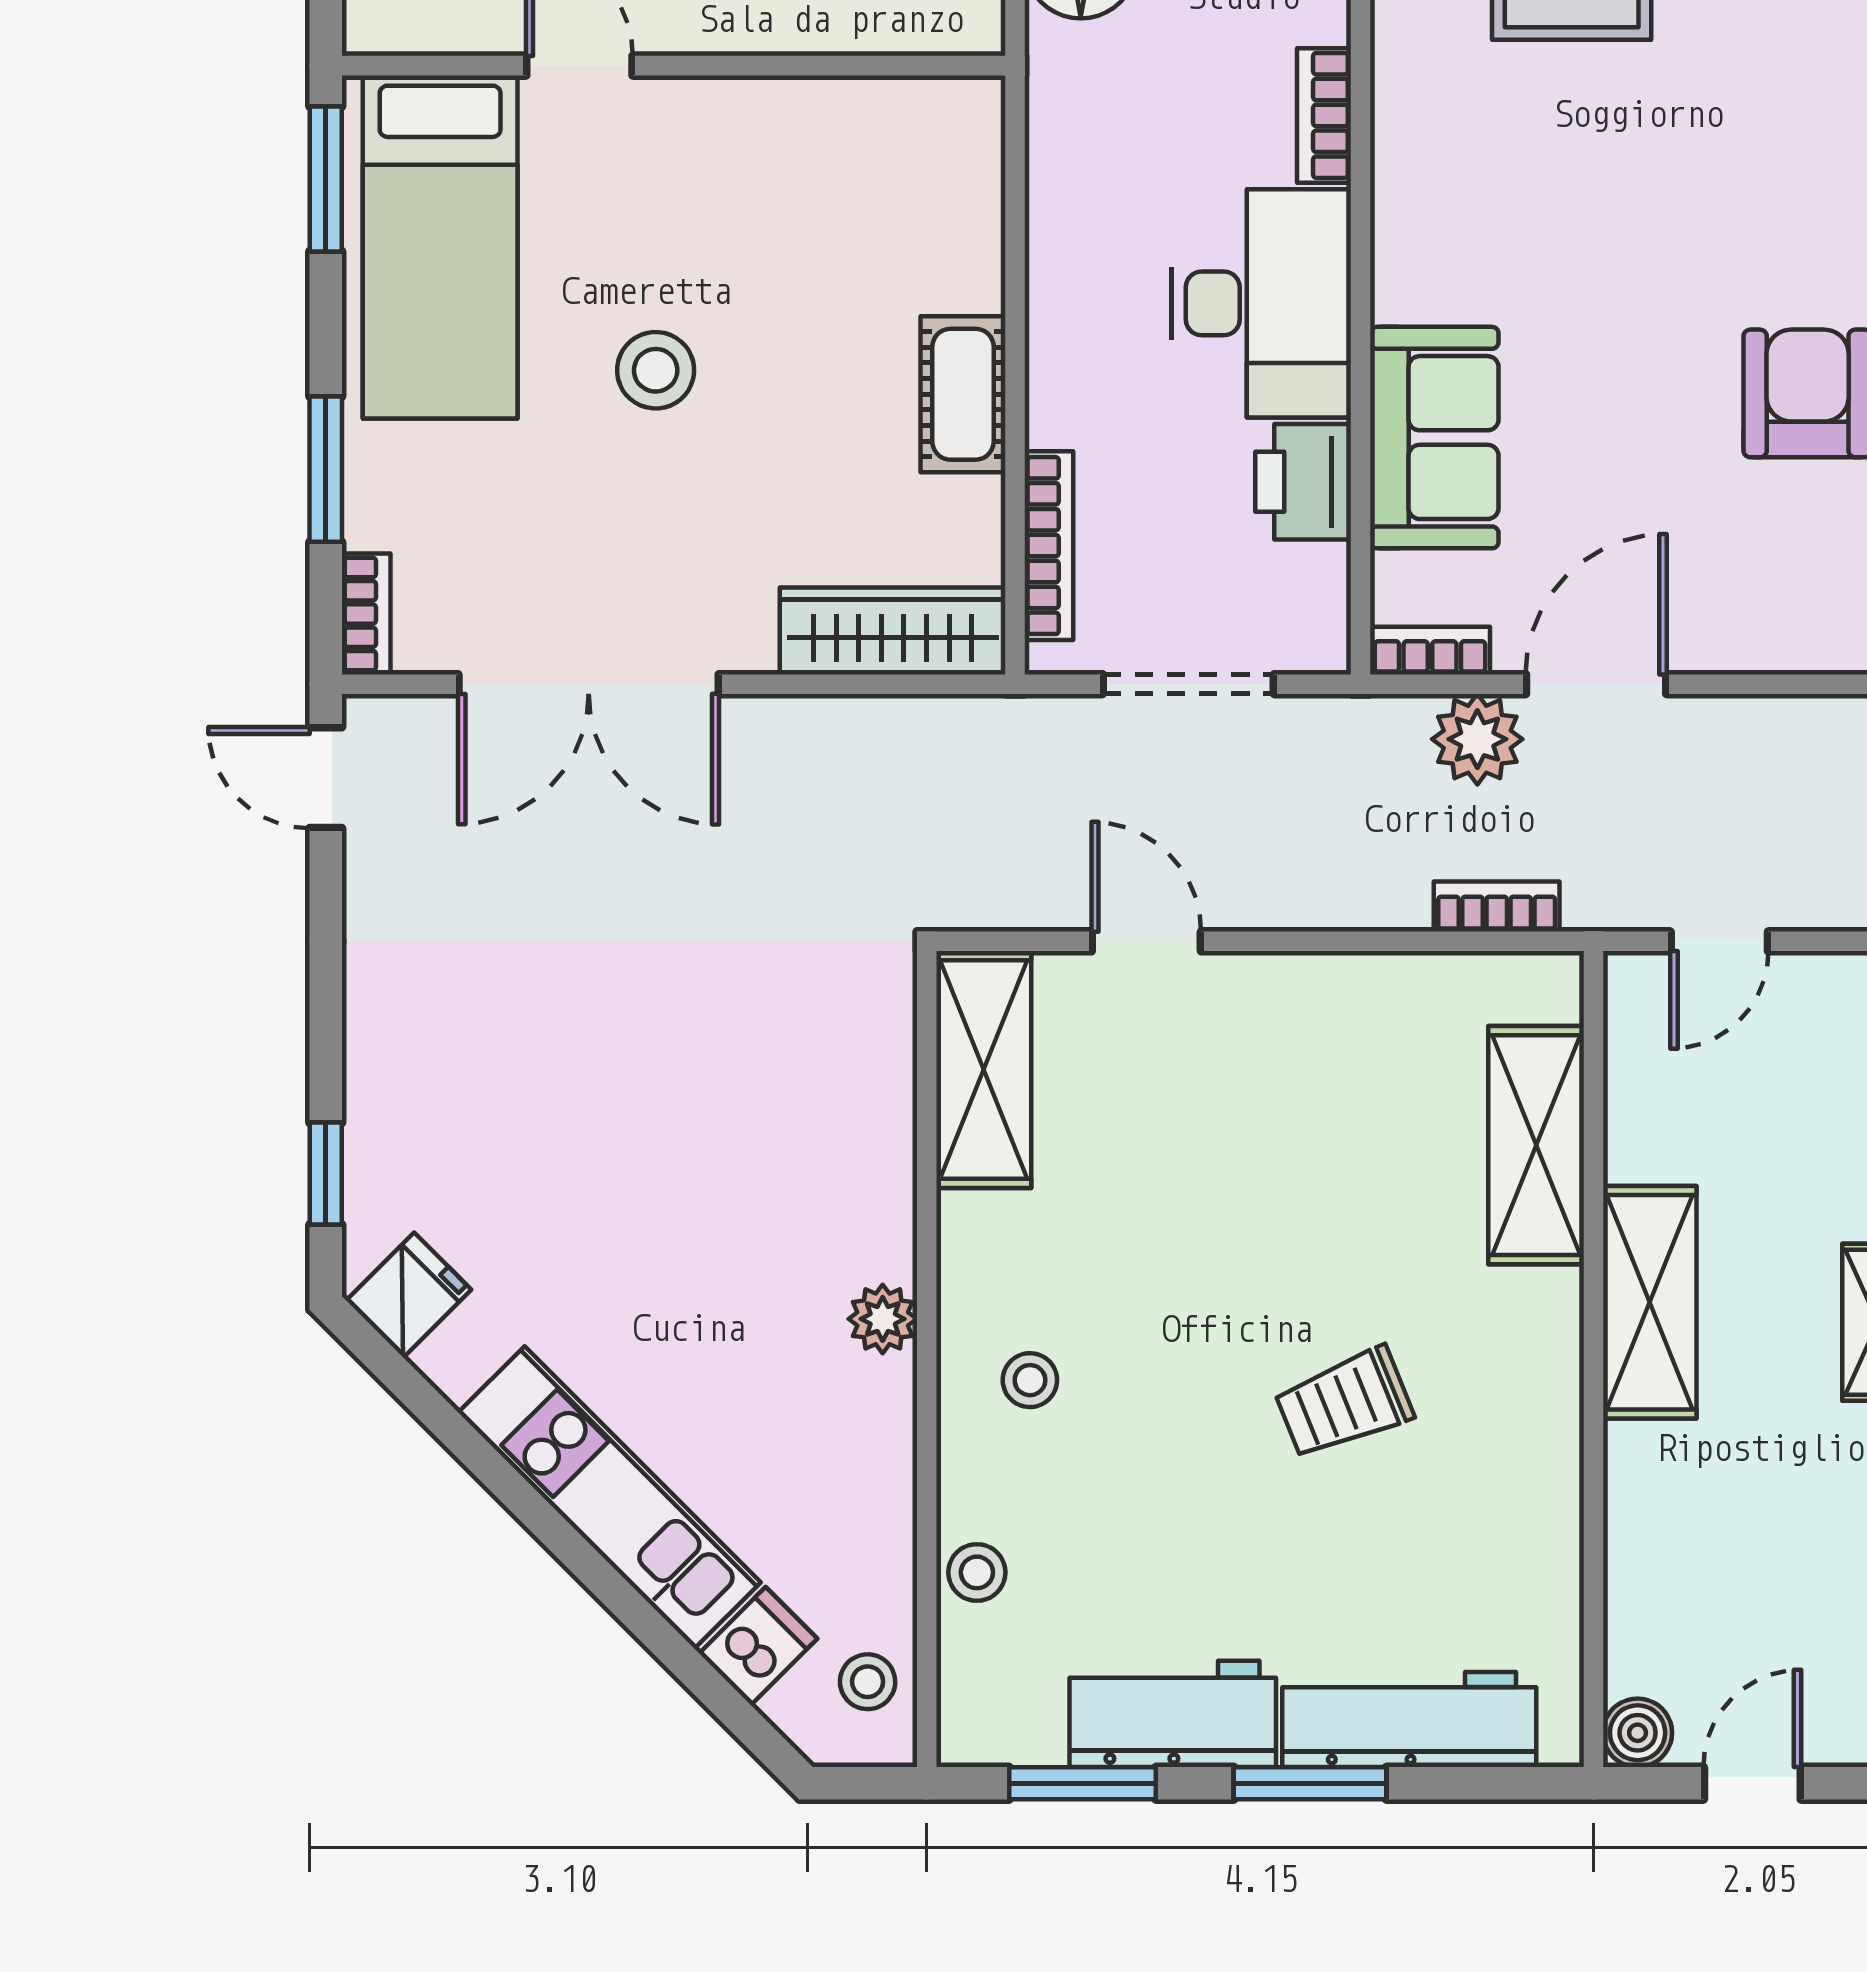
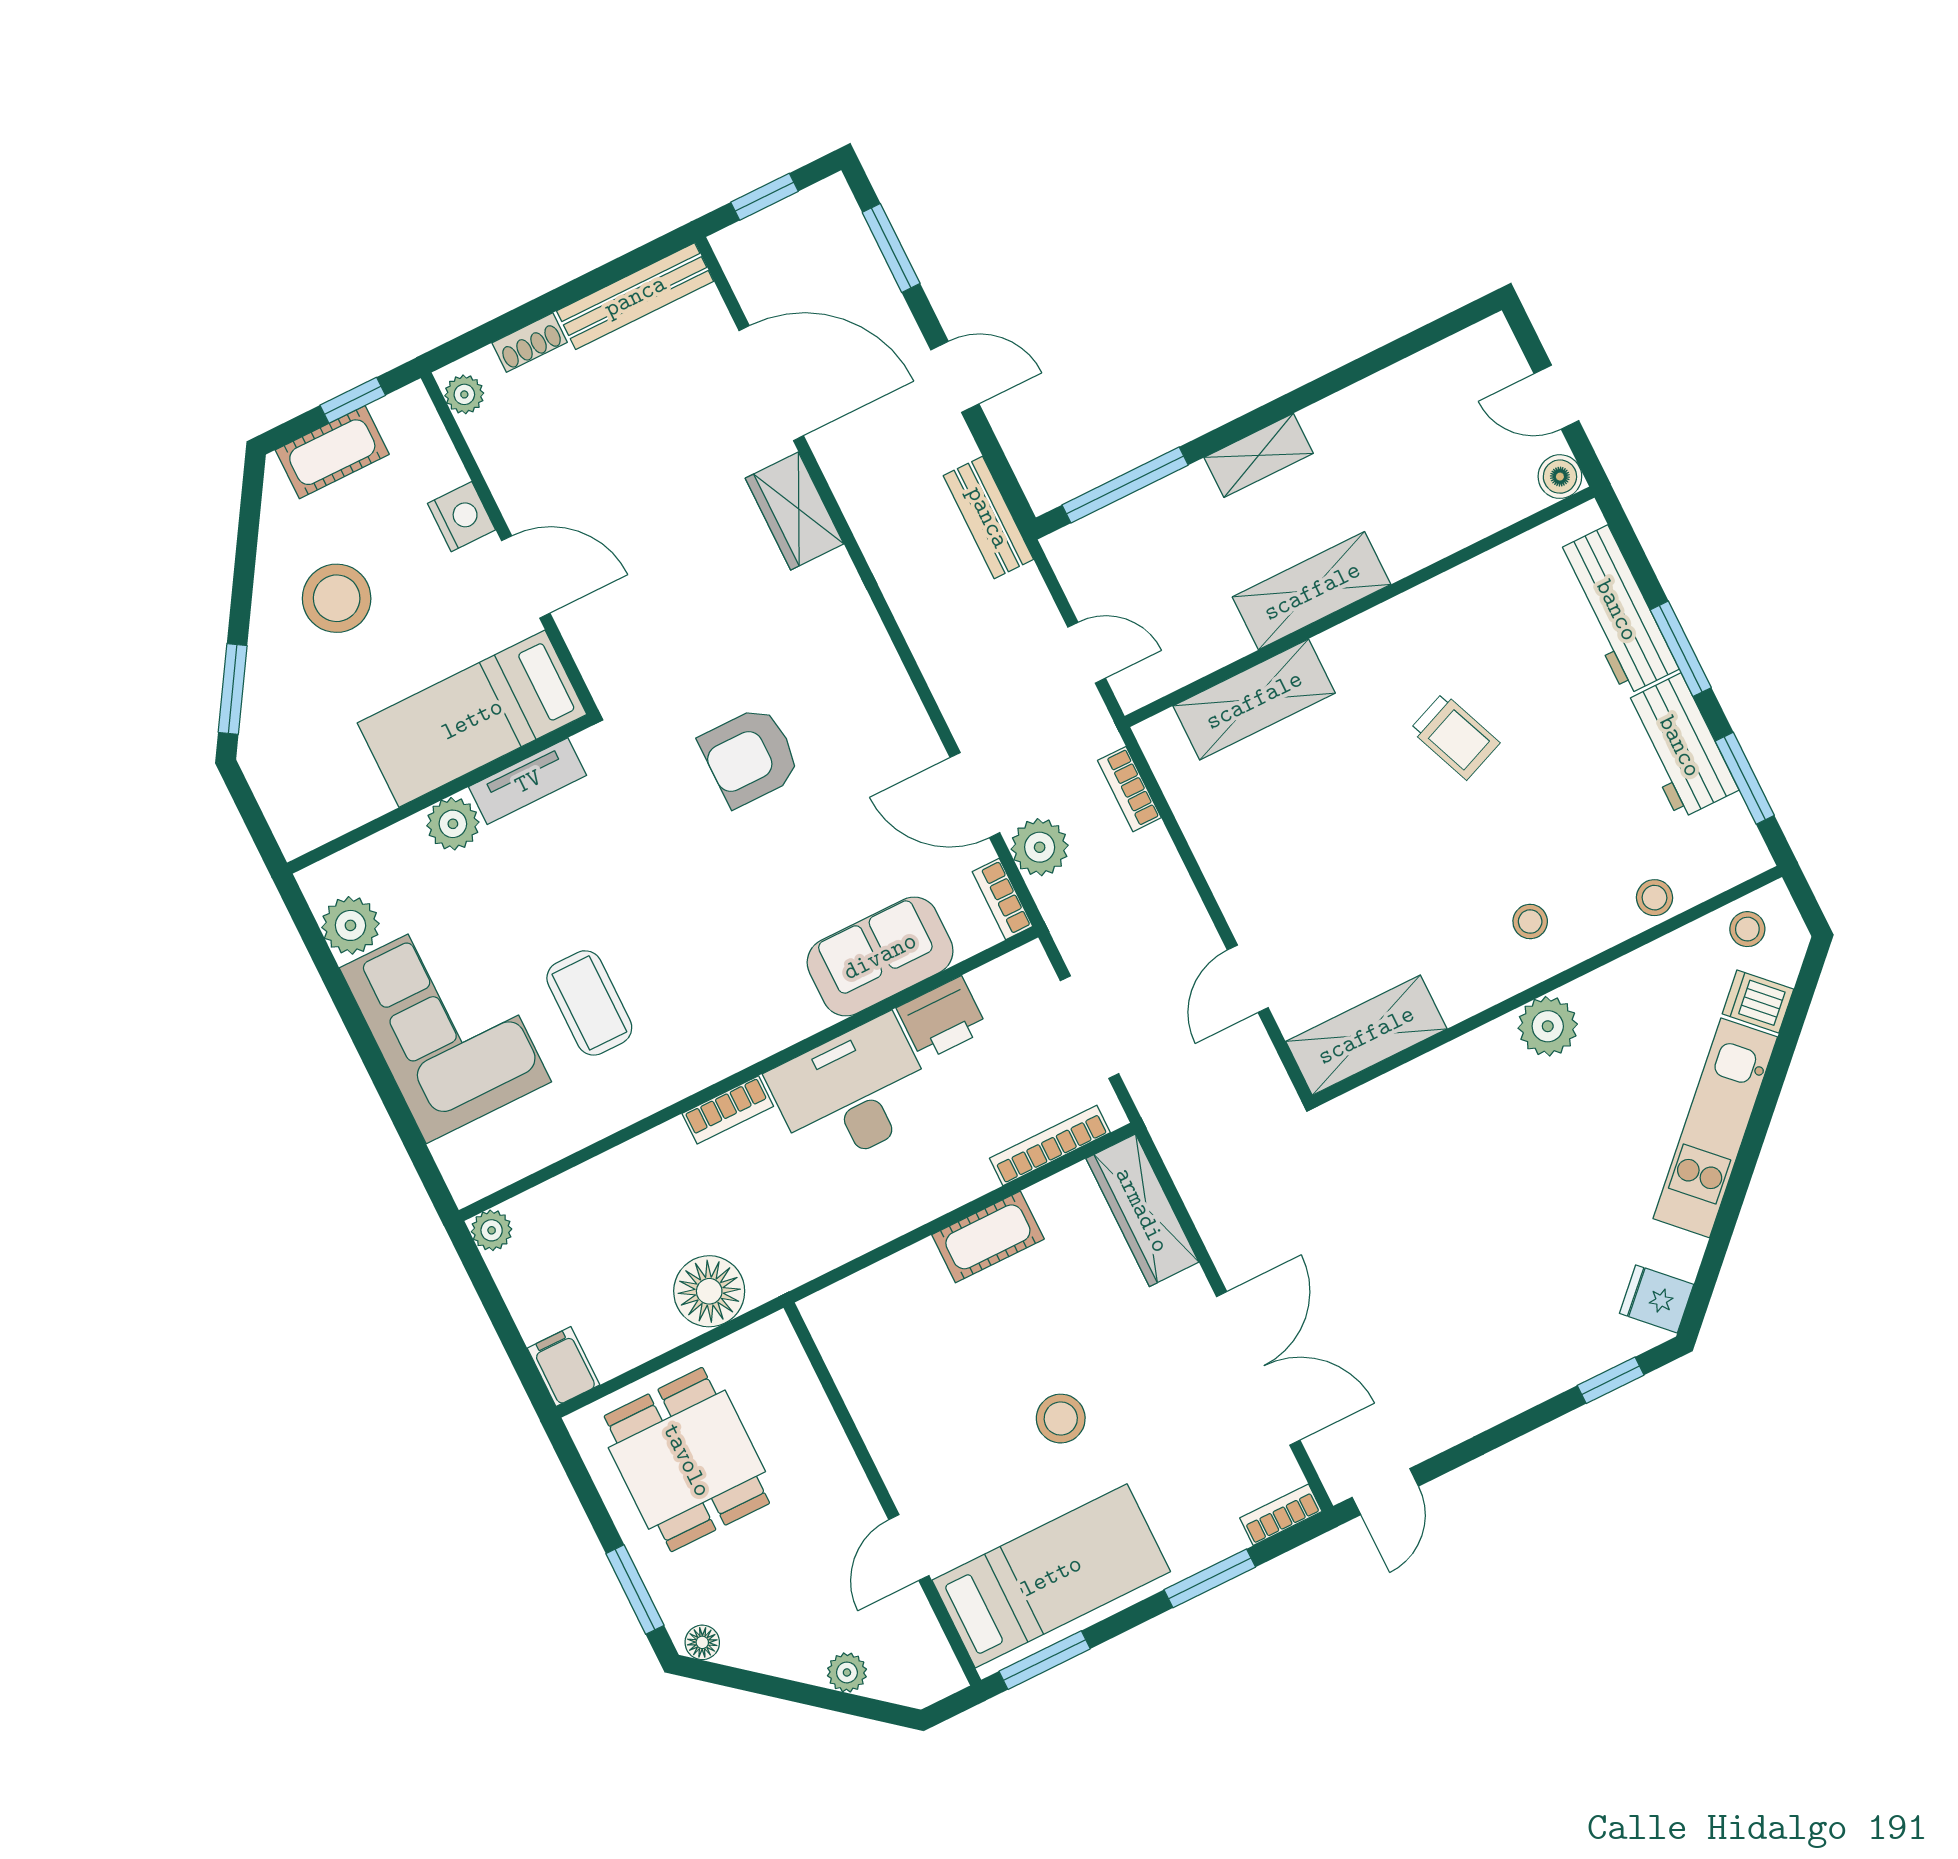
plant: (883, 1319) -> (1548, 1026), width x1.38, depth x1.38

